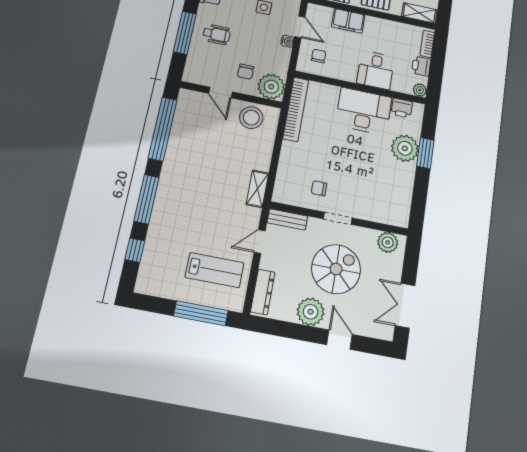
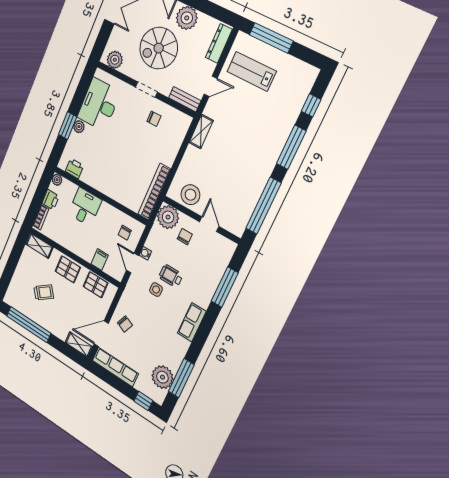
filing cabinet: (348, 21) -> (100, 260), width x0.50
wheelchair: (217, 34) -> (171, 276), moved
desk: (364, 111) -> (99, 104), moved, turned 90
plant: (405, 148) -> (79, 127), width x0.53, depth x0.53

